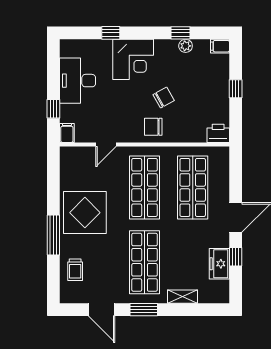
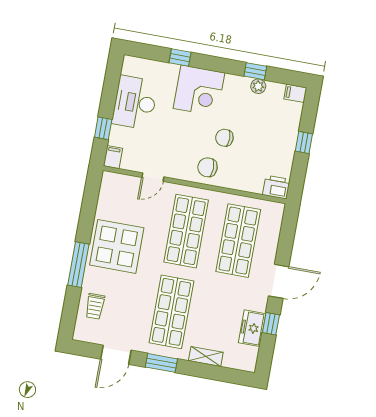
chair: (164, 98) -> (224, 138), turned -151
door: (102, 310) -> (116, 355), hinge flipped

